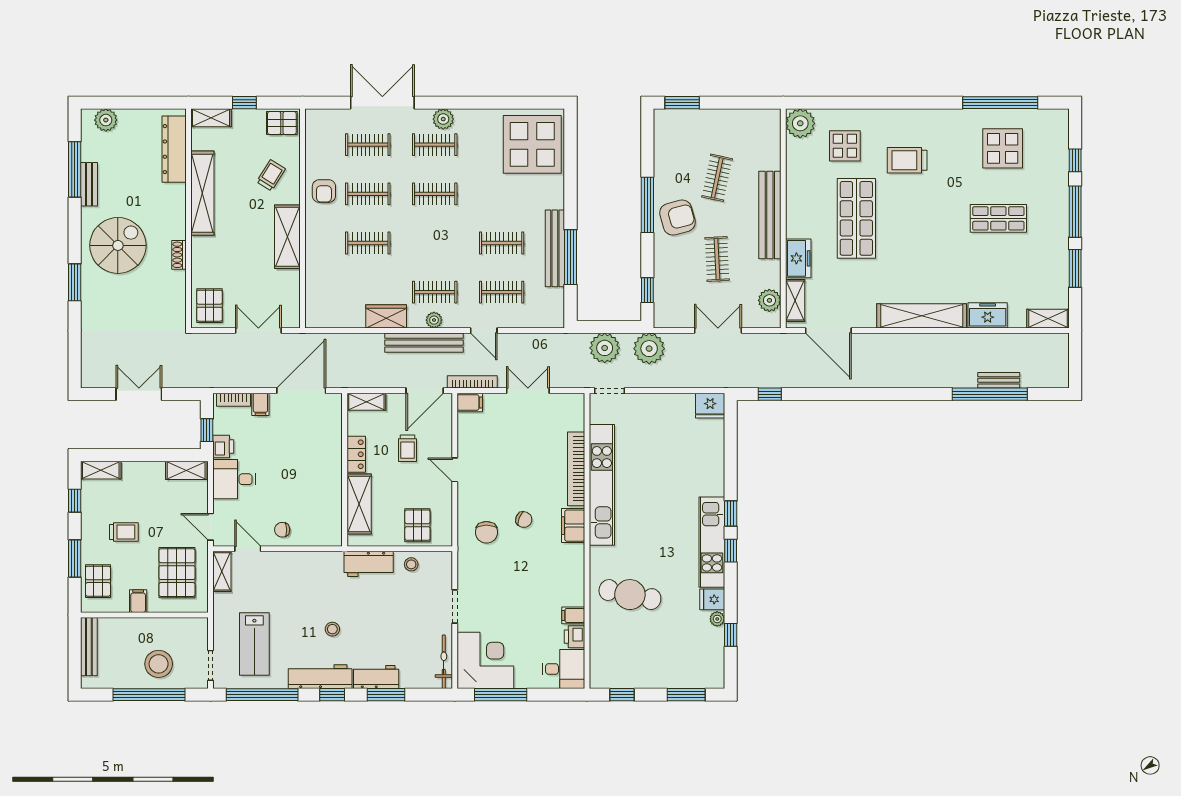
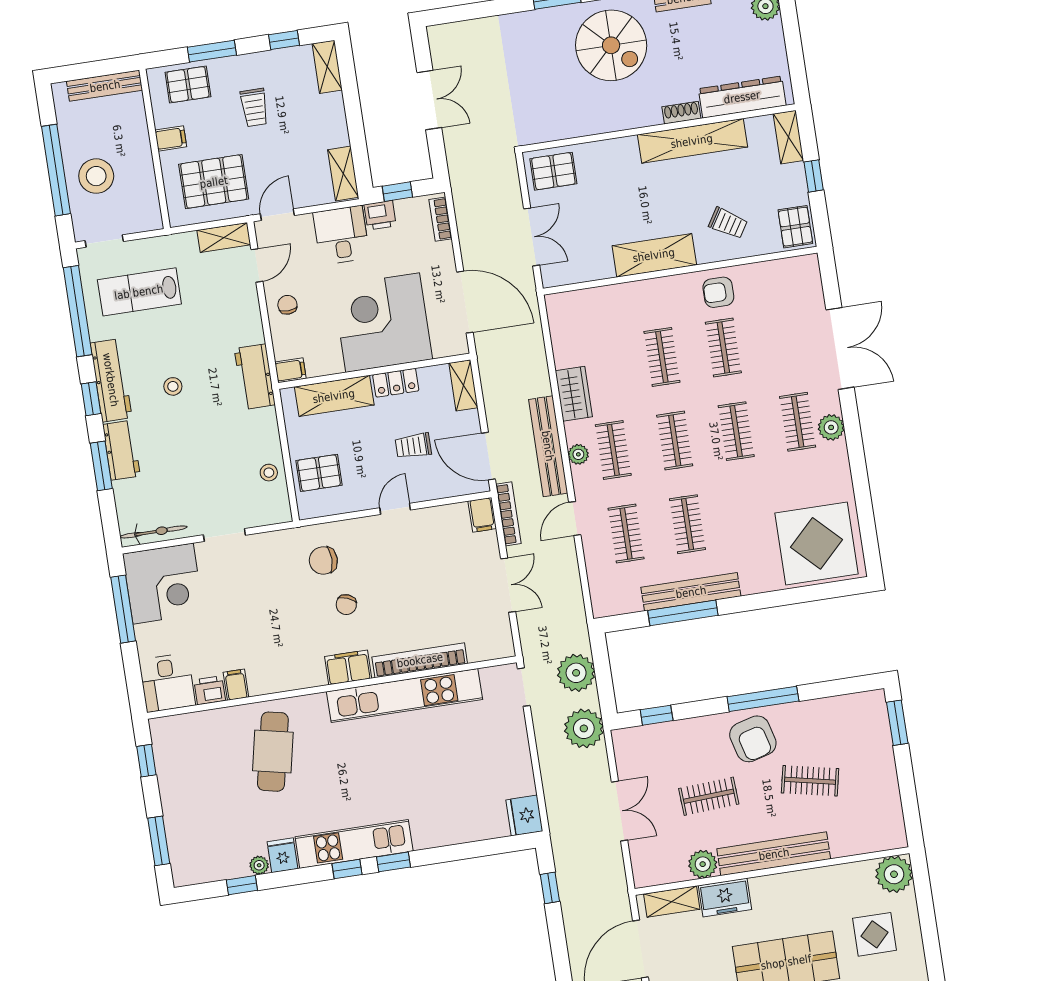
clothes rail: (368, 145) -> (675, 441), moved
shoe rack: (179, 255) -> (681, 113), moved
plant: (769, 300) -> (703, 864), moved
filing cabinet: (260, 404) -> (290, 370), moved, turned 180
corner desk: (307, 457) -> (383, 323), added
workbench: (369, 564) -> (255, 377), moved

